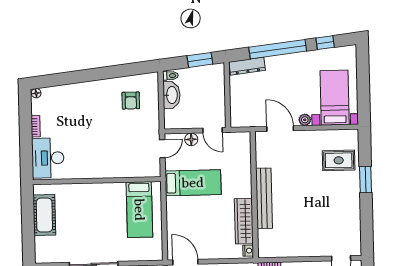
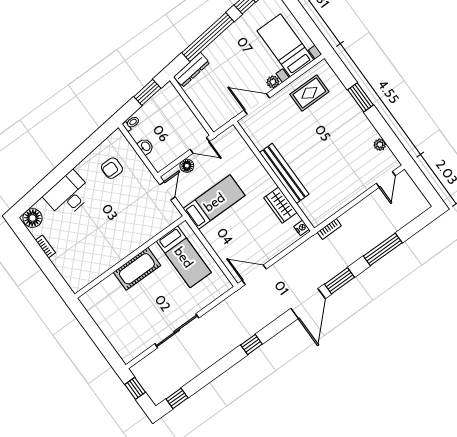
floor lamp: (36, 93) -> (32, 218), width x1.89, depth x1.89
washbasin: (171, 95) -> (145, 146), width x0.52, depth x0.69
armchair: (131, 101) -> (112, 168), turned 90
desk: (48, 158) -> (68, 195), moved, turned 84
rug: (339, 160) -> (309, 93), moved
cot: (44, 215) -> (137, 269), moved, turned 90
wardrobe: (244, 221) -> (280, 205), width x0.67
plant: (355, 227) -> (380, 145), added

